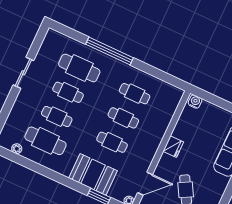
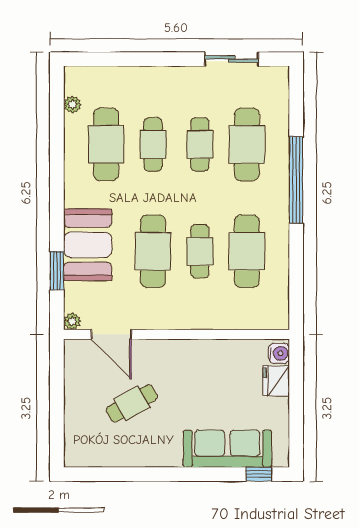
sliding door: (23, 73) -> (231, 59), moved
cafe table: (135, 94) -> (247, 251), width x1.37, depth x1.35
cafe table: (112, 142) -> (153, 251), width x1.37, depth x1.35
fridge: (173, 147) -> (276, 381), moved, turned 90

